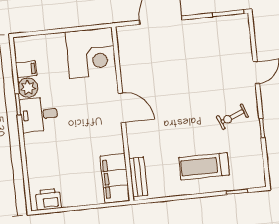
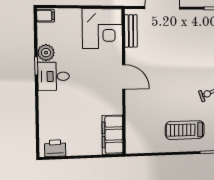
filing cabinet: (26, 69) -> (45, 16), moved
bench: (138, 177) -> (131, 31), moved

